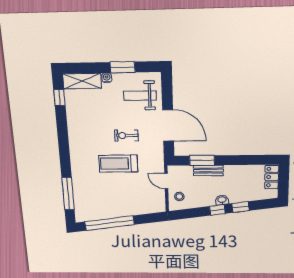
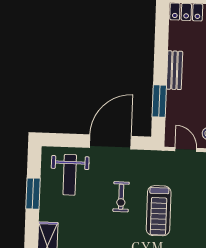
water cooler: (107, 78) -> (45, 215), removed
bench: (208, 171) -> (175, 70), moved
door: (166, 181) -> (186, 149), swing flipped

